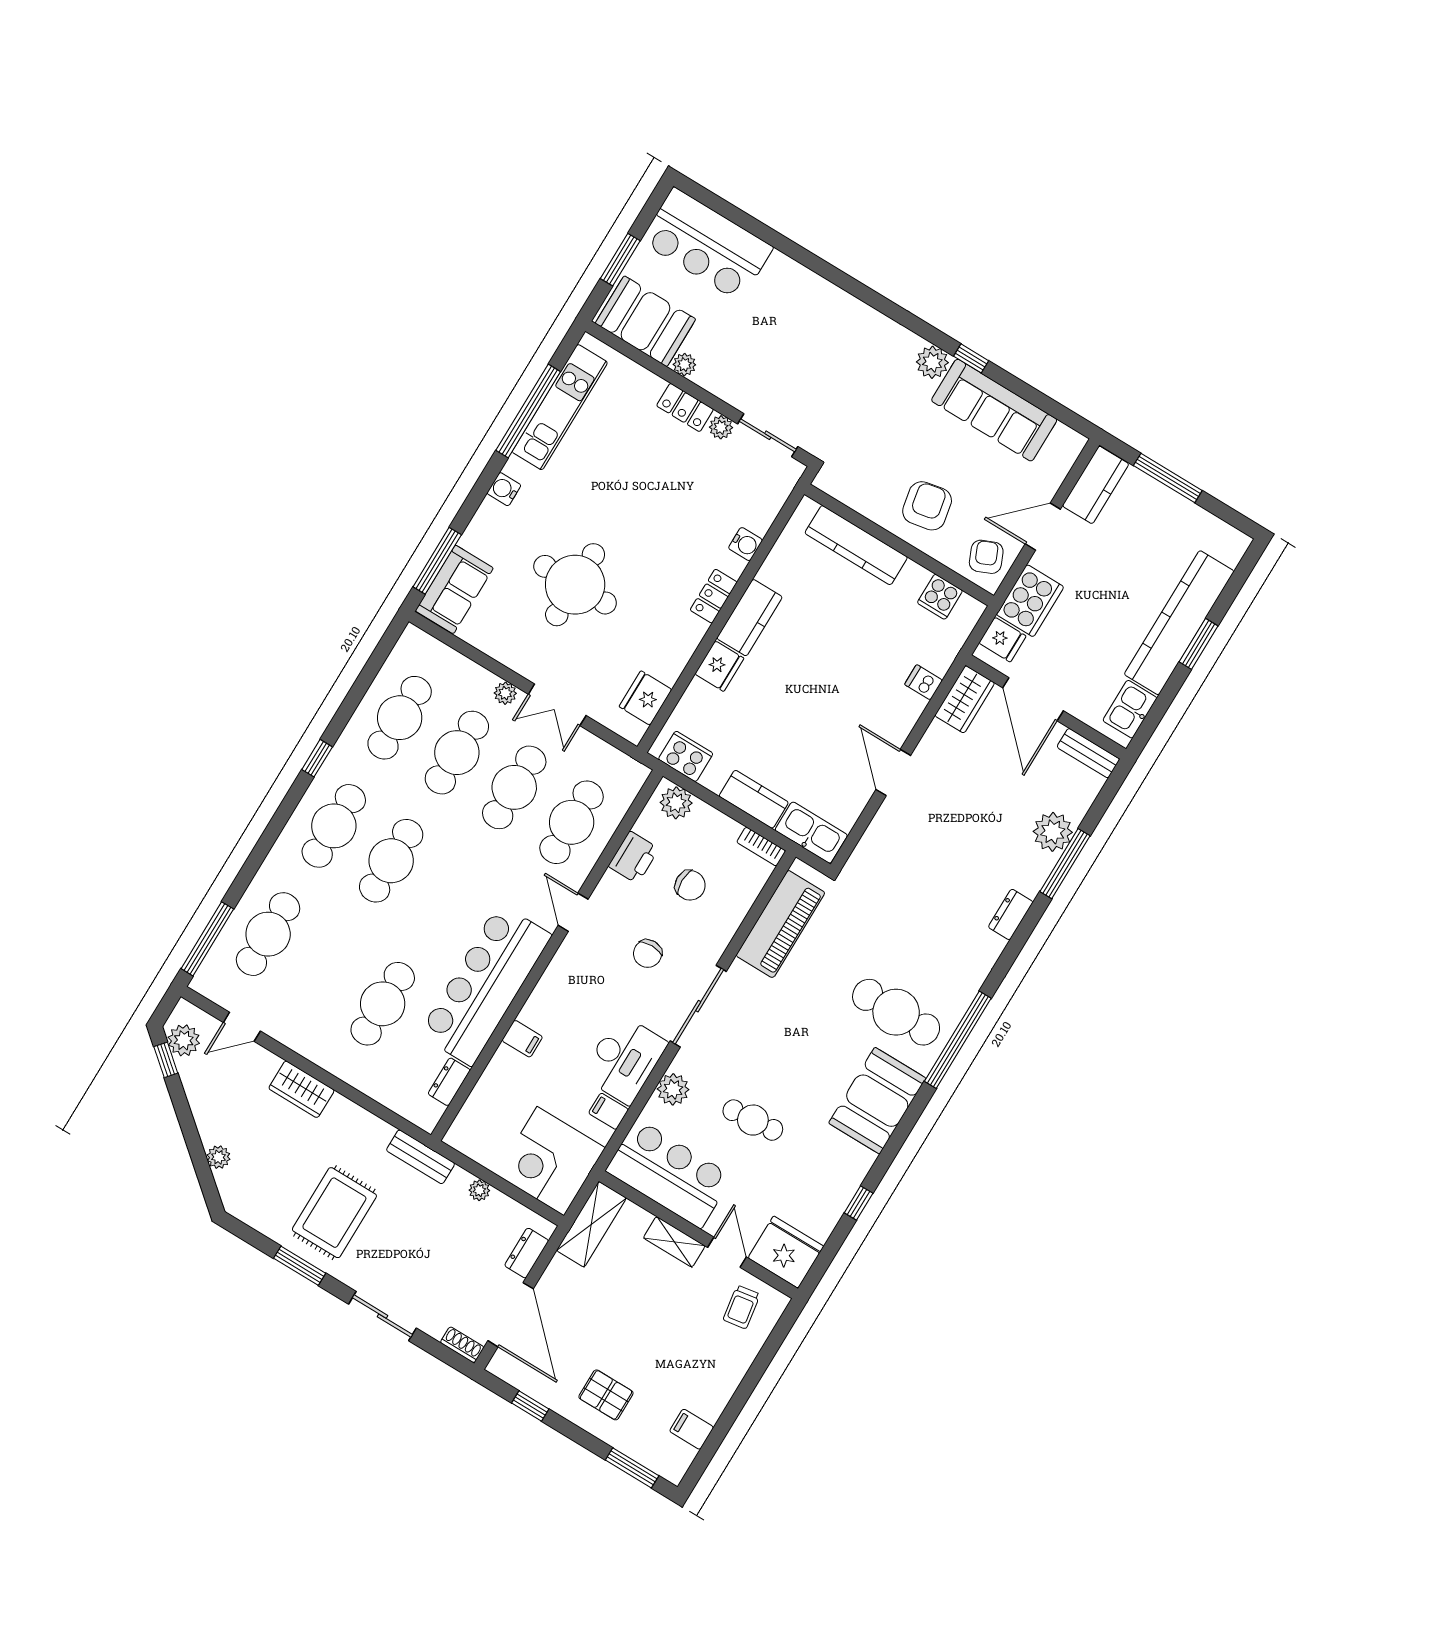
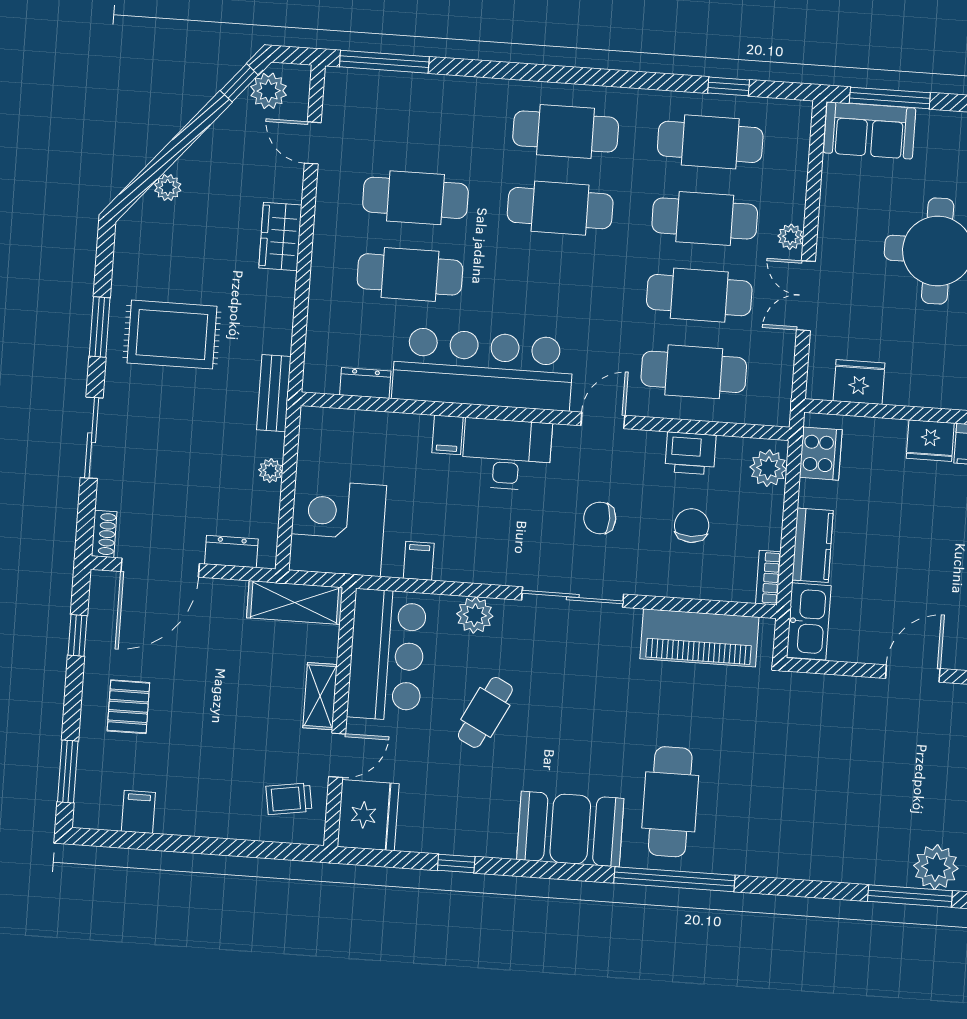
window: (317, 758) -> (729, 86), moved
chair: (690, 885) -> (692, 526), turned 180
dresser: (1011, 914) -> (830, 867), removed
cafe table: (268, 934) -> (415, 198), moved
desk: (624, 1059) -> (507, 454), moved, turned 180
cafe table: (753, 1120) -> (485, 712), turned 32

